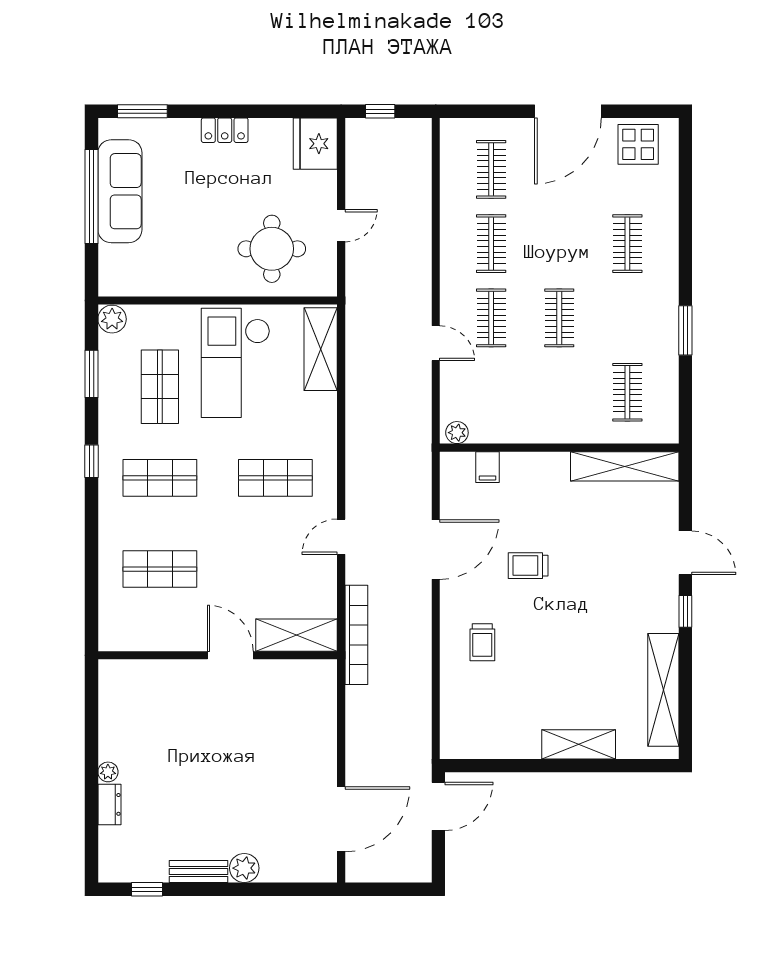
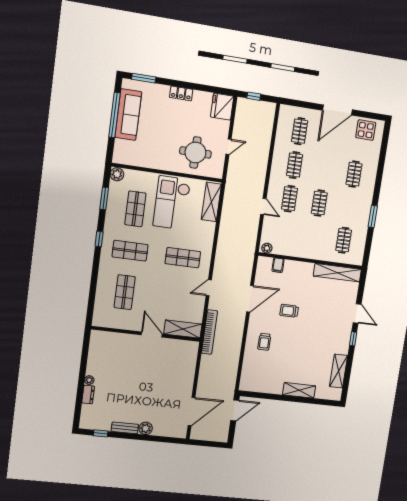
shop shelf: (160, 569) -> (125, 292), turned 90
shelving: (663, 690) -> (339, 371), width x0.68

